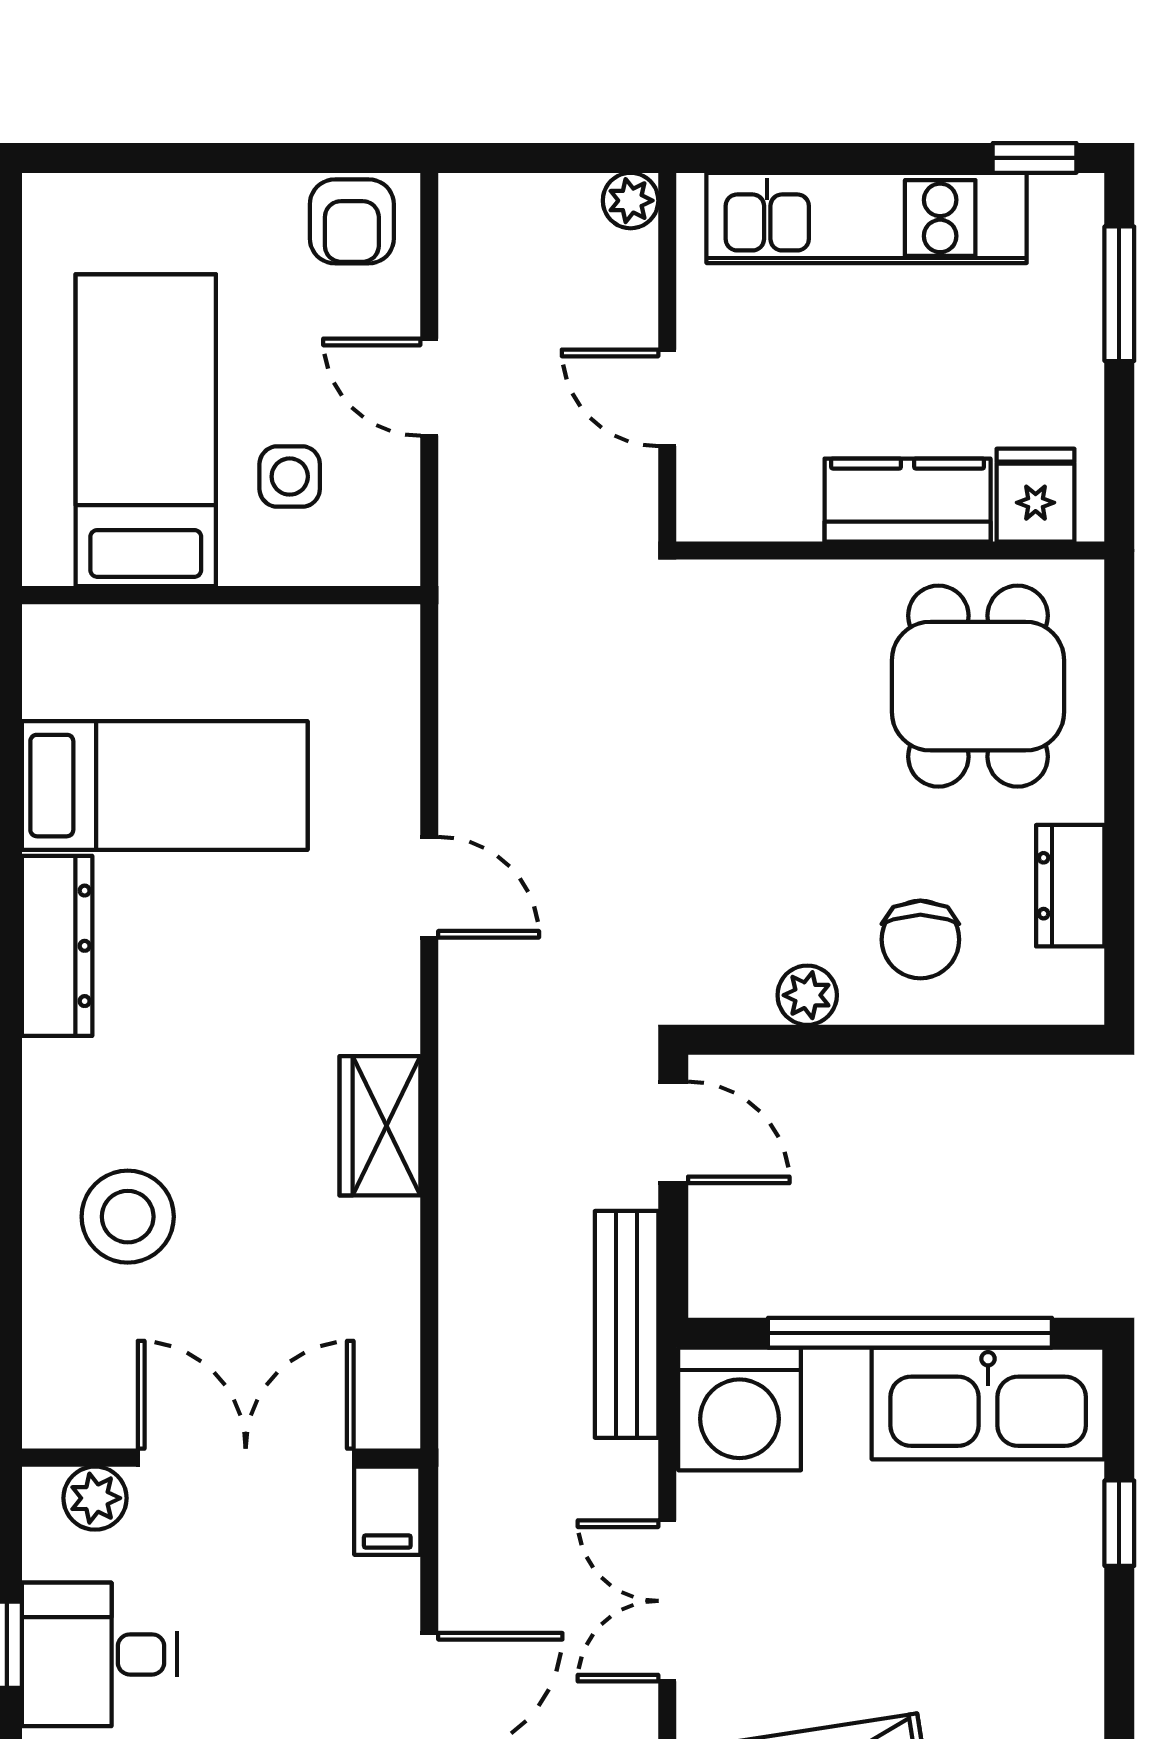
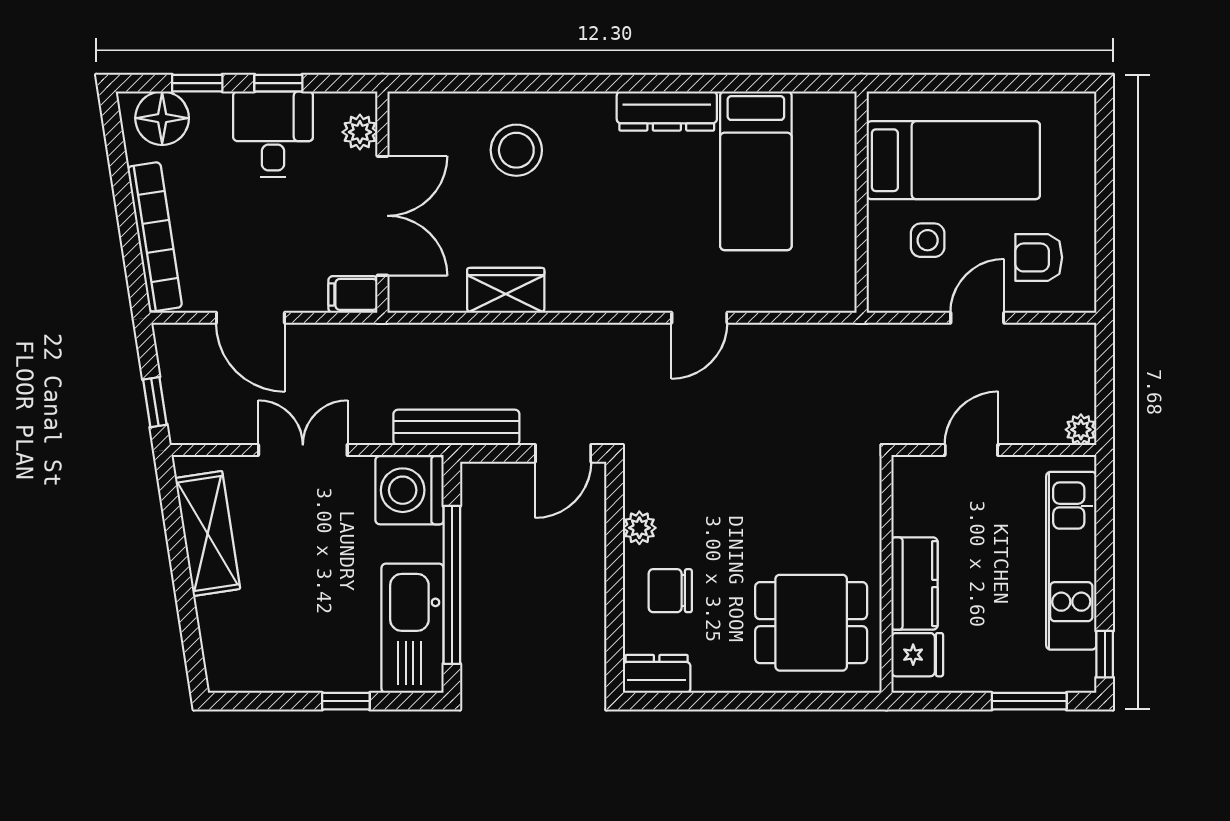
armchair: (352, 221) -> (1039, 257), moved
dresser: (1070, 886) -> (657, 674), moved
wardrobe: (380, 1126) -> (506, 290), moved

